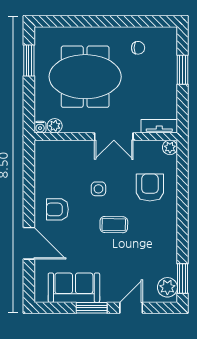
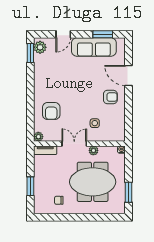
plant: (55, 126) -> (93, 150), moved
side table: (98, 189) -> (95, 123), moved
coffee table: (114, 225) -> (74, 87), removed
sofa: (74, 288) -> (94, 47), width x1.36
window: (92, 308) -> (103, 34), moved

